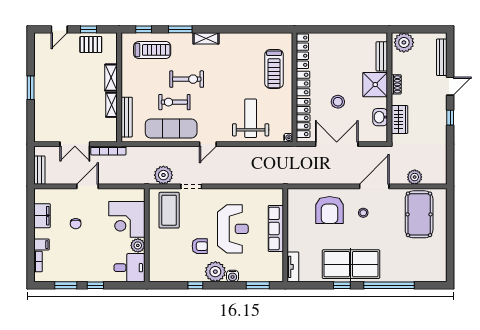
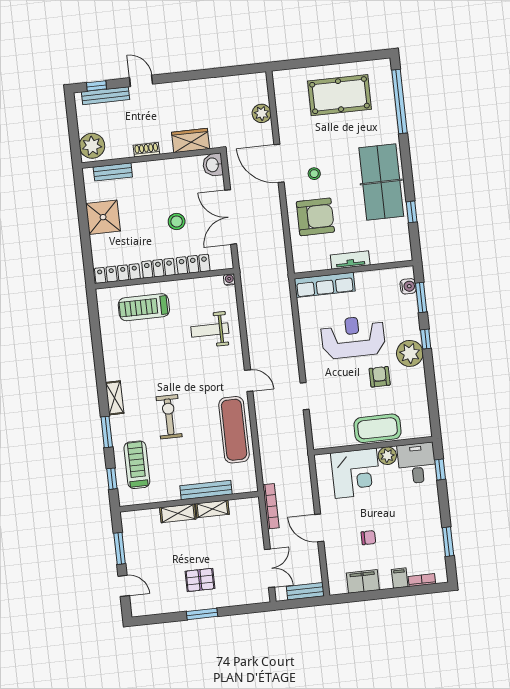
window: (89, 29) -> (120, 548), width x1.50
pallet: (91, 45) -> (200, 580), moved, turned 90
treadmill: (274, 69) -> (144, 307), turned 180
shower: (375, 85) -> (103, 217), moved
exercise bike: (174, 102) -> (200, 429), removed
bench: (127, 117) -> (206, 490), moved
washbasin: (380, 117) -> (213, 165), moved, turned 90
weight bench: (251, 118) -> (210, 330), width x0.73, depth x0.75
locker: (303, 118) -> (193, 264), width x0.66
window: (450, 118) -> (97, 86), moved
double door: (75, 144) -> (269, 568), moved
plant: (163, 175) -> (294, 433), removed
coffee table: (169, 210) -> (377, 428), moved
pool table: (419, 214) -> (340, 95), moved
row of seats: (276, 228) -> (325, 285), moved
tv unit: (293, 267) -> (350, 260), moved
water cooler: (233, 276) -> (408, 286), moved
window: (95, 285) -> (440, 470), moved
window: (195, 285) -> (426, 339), moved
window: (342, 285) -> (412, 212), moved
window: (389, 285) -> (399, 102), moved

